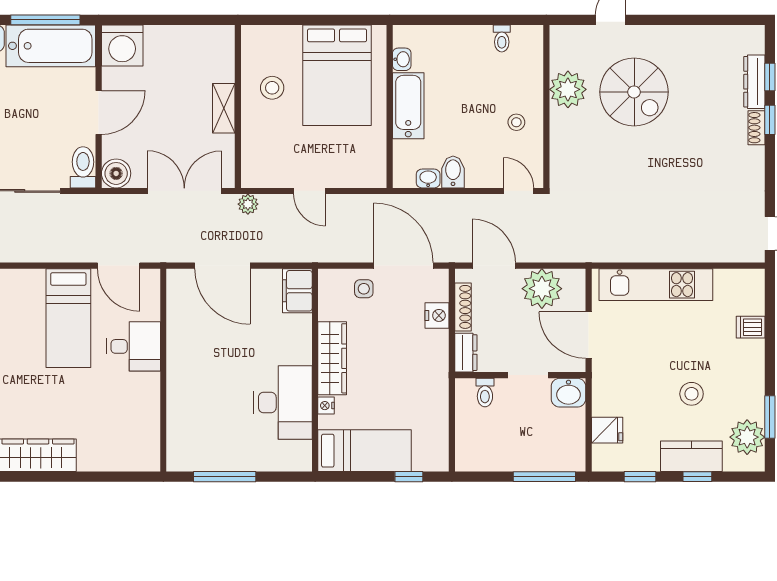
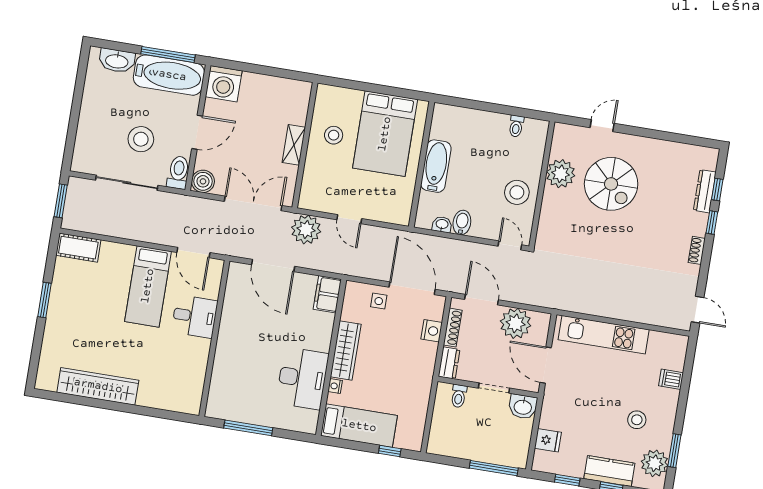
washbasin: (402, 59) -> (437, 130), removed
stool: (516, 122) -> (517, 192), width x1.89, depth x1.89
shoe rack: (756, 128) -> (697, 250), moved
stool: (29, 133) -> (141, 139), added
plant: (248, 204) -> (306, 229), width x1.88, depth x1.88
stool: (692, 394) -> (637, 420), moved

